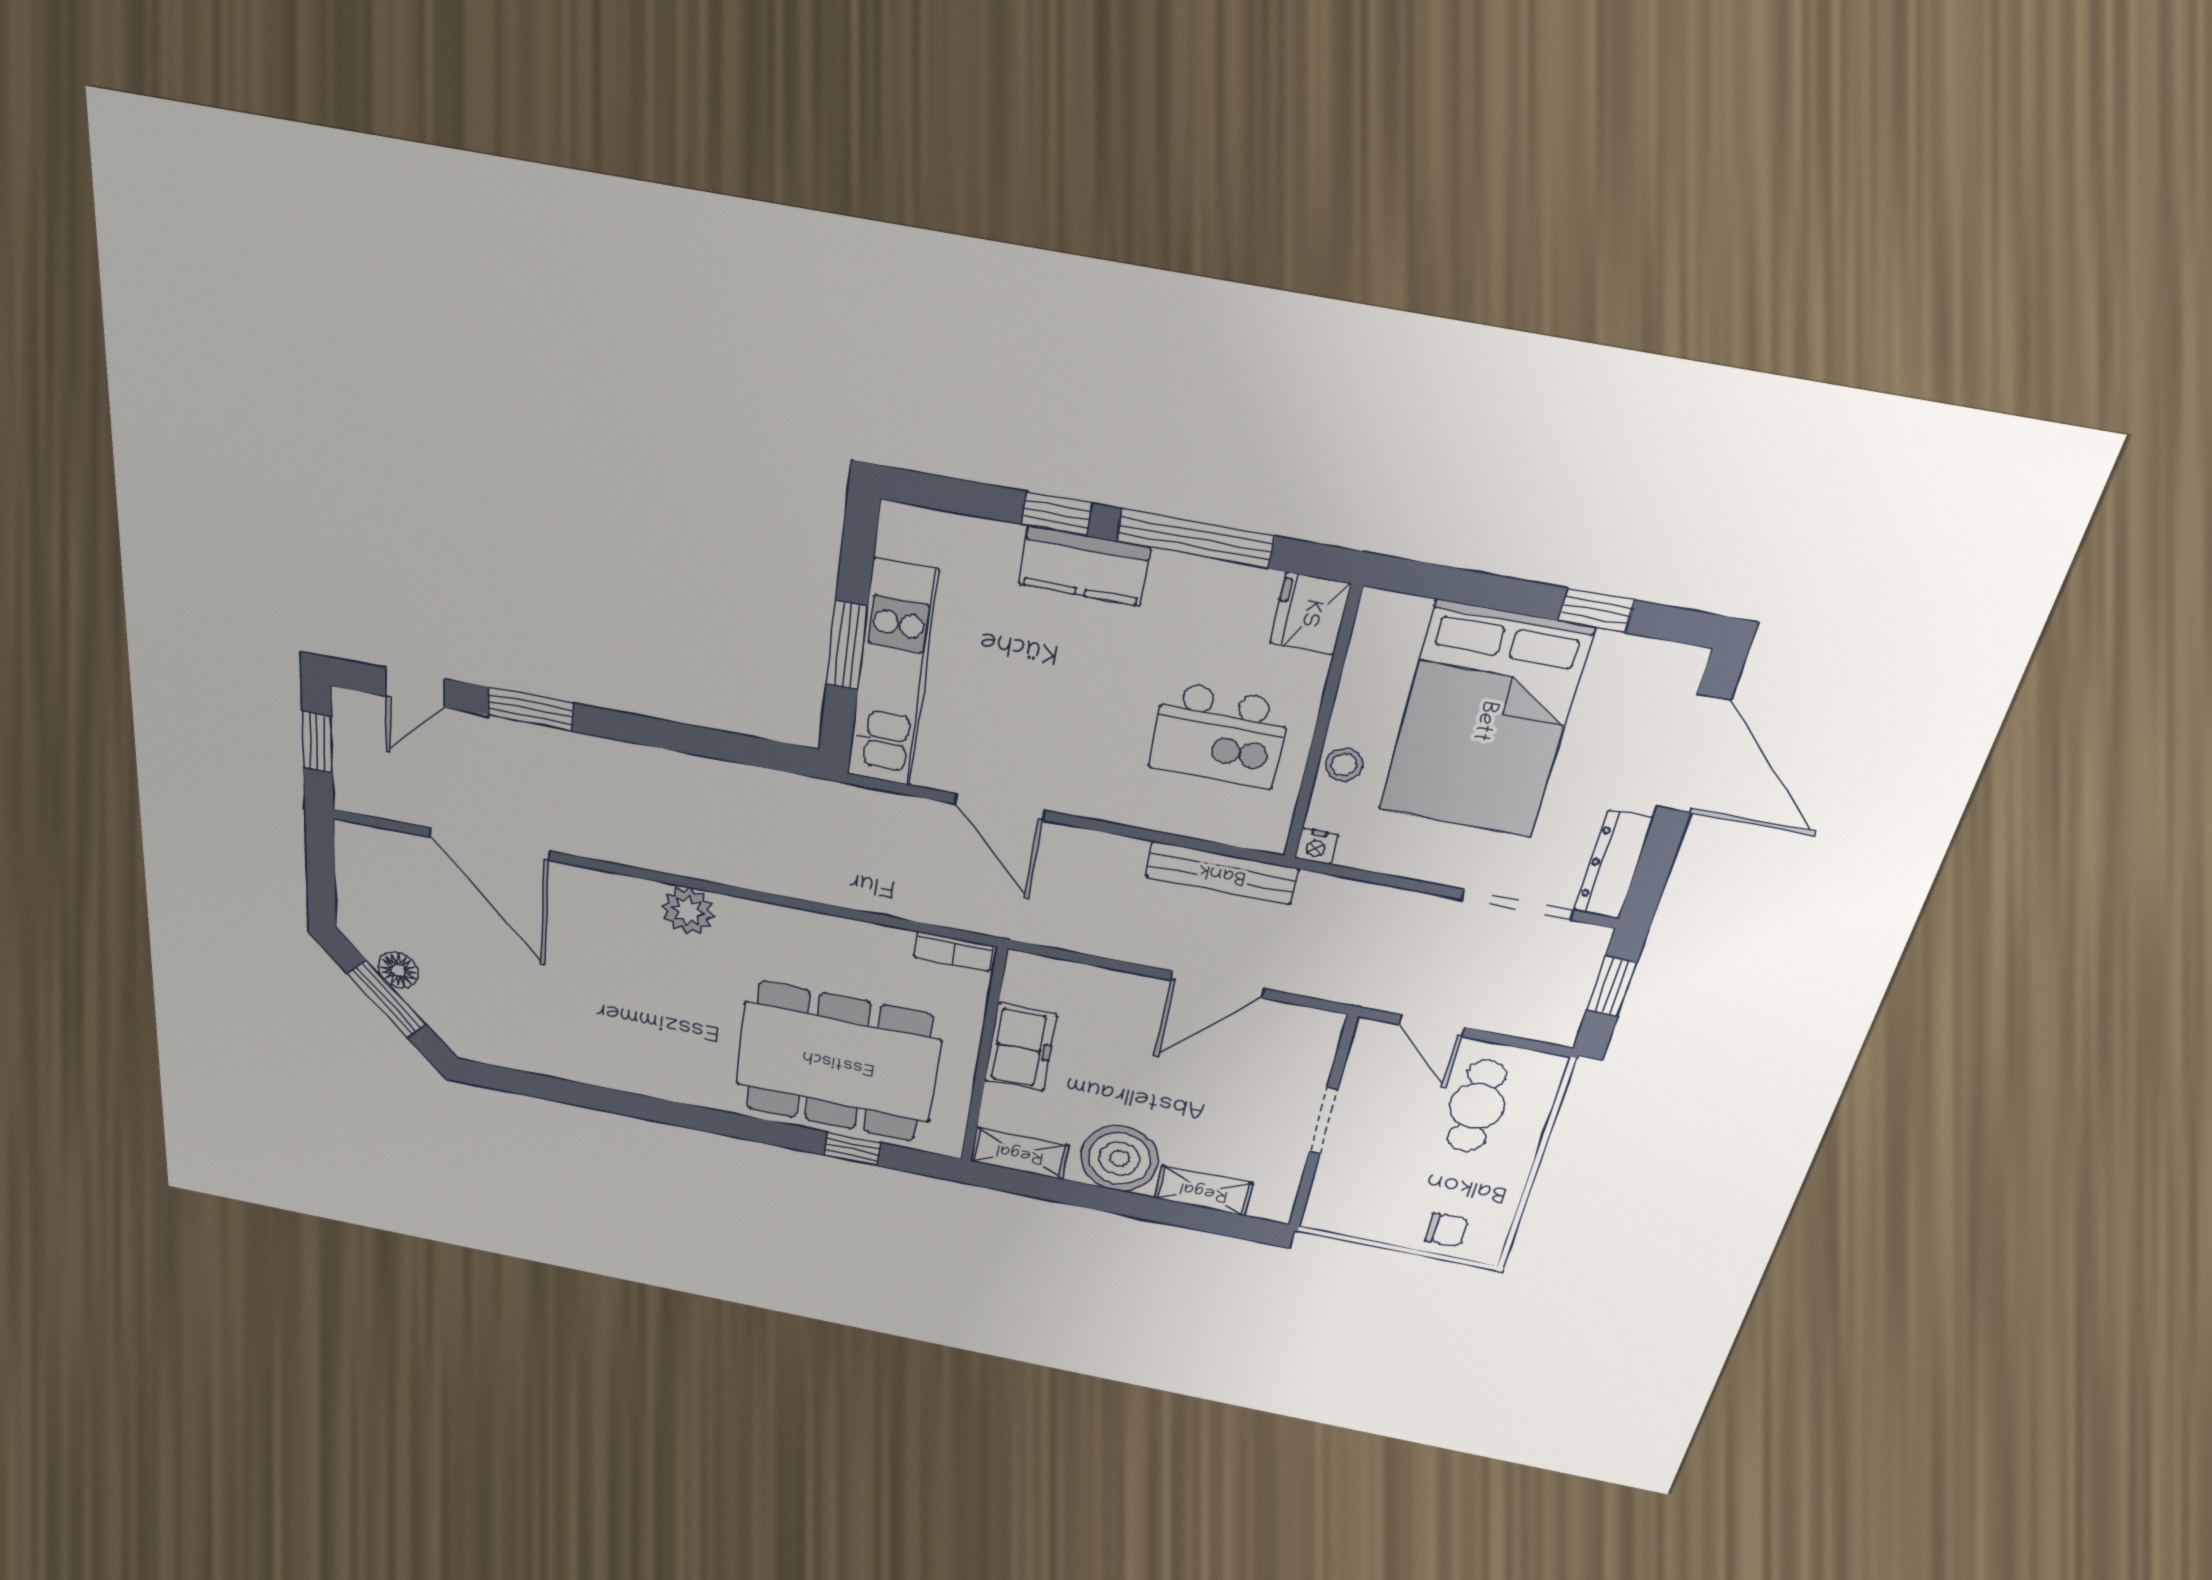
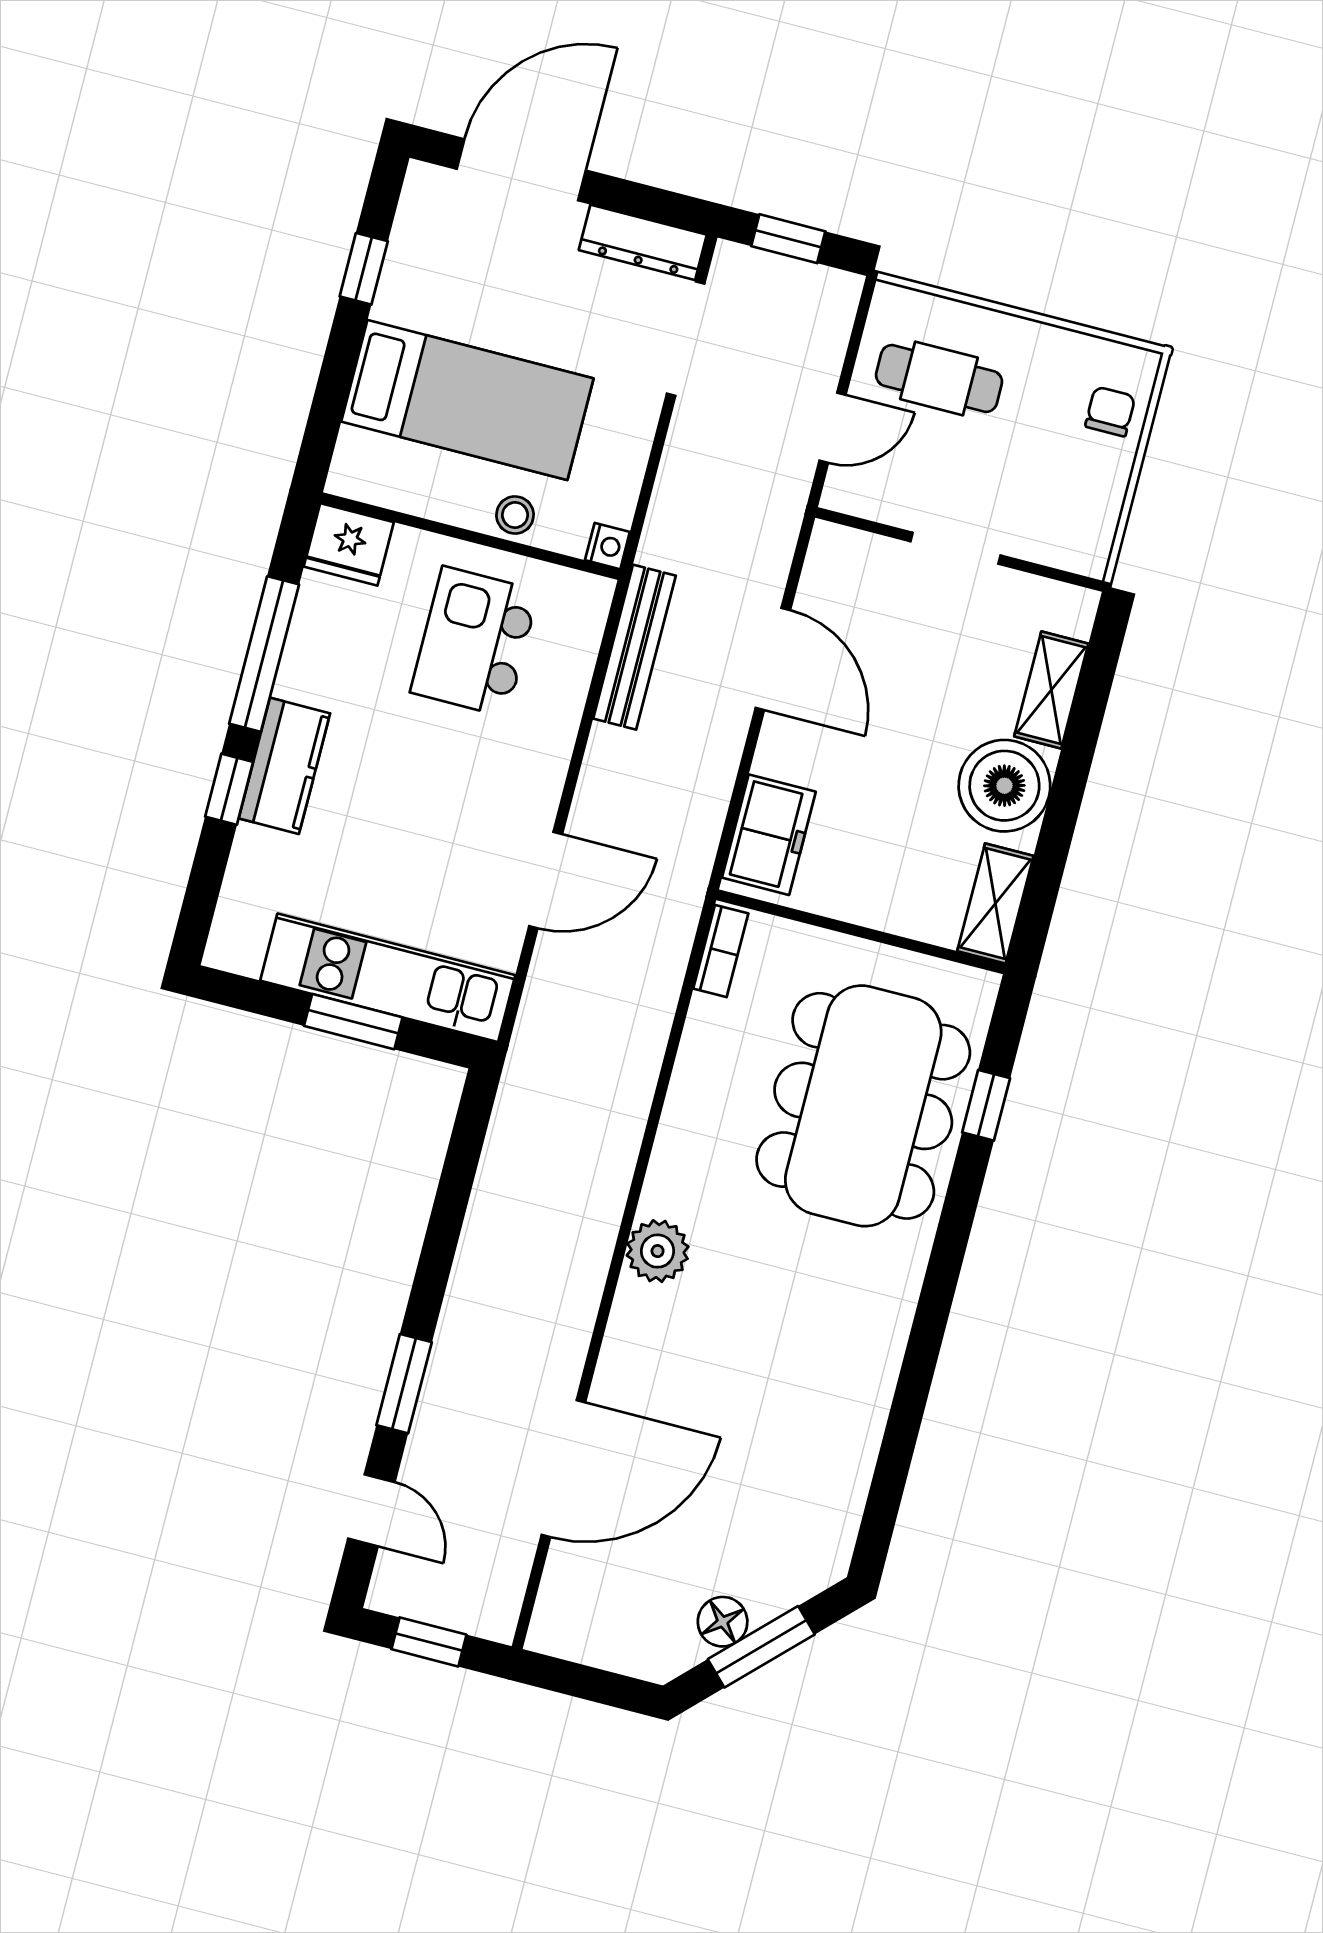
bed: (1484, 721) -> (467, 400), width x0.67
kitchen island: (1219, 735) -> (475, 642), turned 180
freezer: (1021, 1048) -> (769, 835), moved, turned 90

